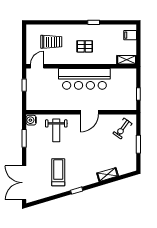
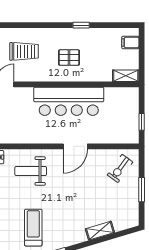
weight bench: (56, 130) -> (31, 171), turned 90

